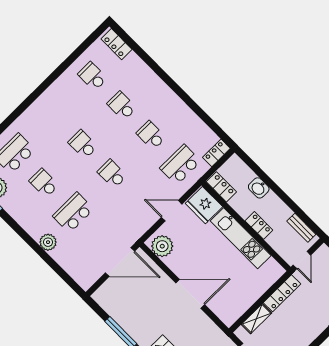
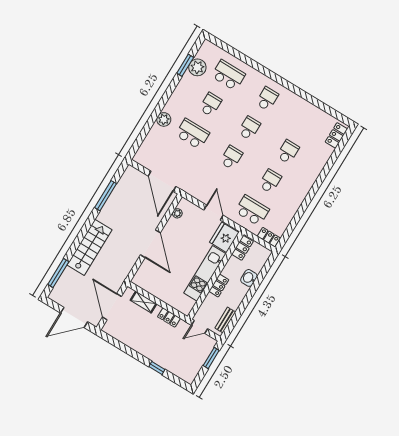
school desk: (93, 76) -> (267, 99), moved
plant: (162, 246) -> (177, 213), width x0.53, depth x0.53
locker: (282, 293) -> (169, 317), width x0.66

